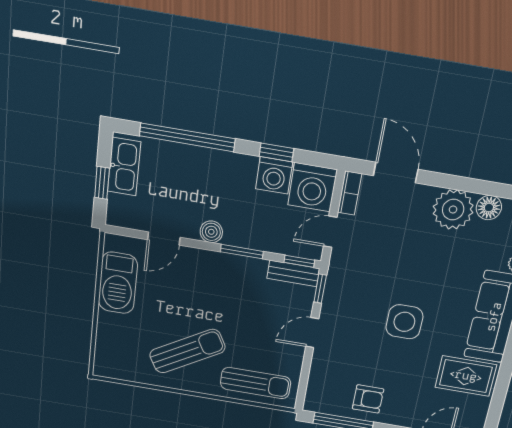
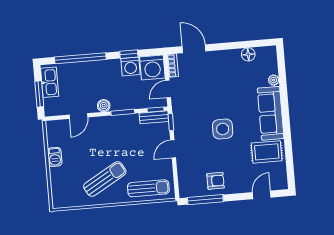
window: (102, 183) -> (39, 94), width x1.50
plant: (453, 210) -> (230, 60), removed
barbecue: (118, 283) -> (55, 157), width x0.53, depth x0.65

